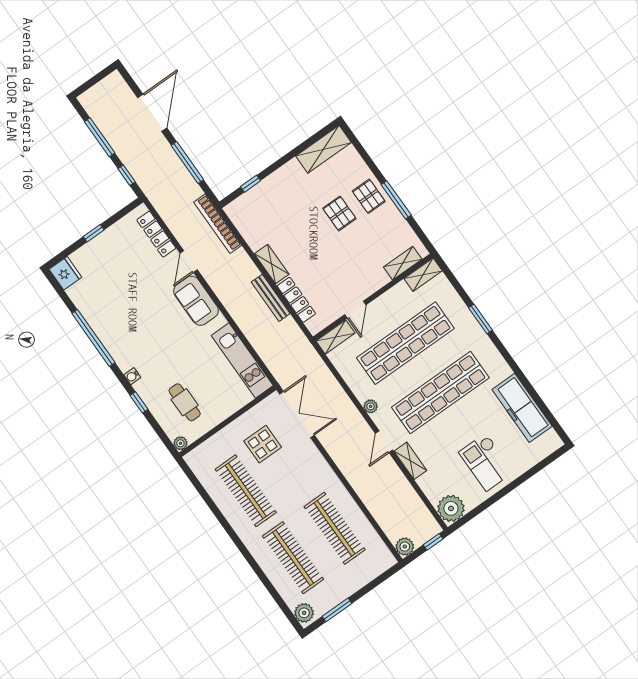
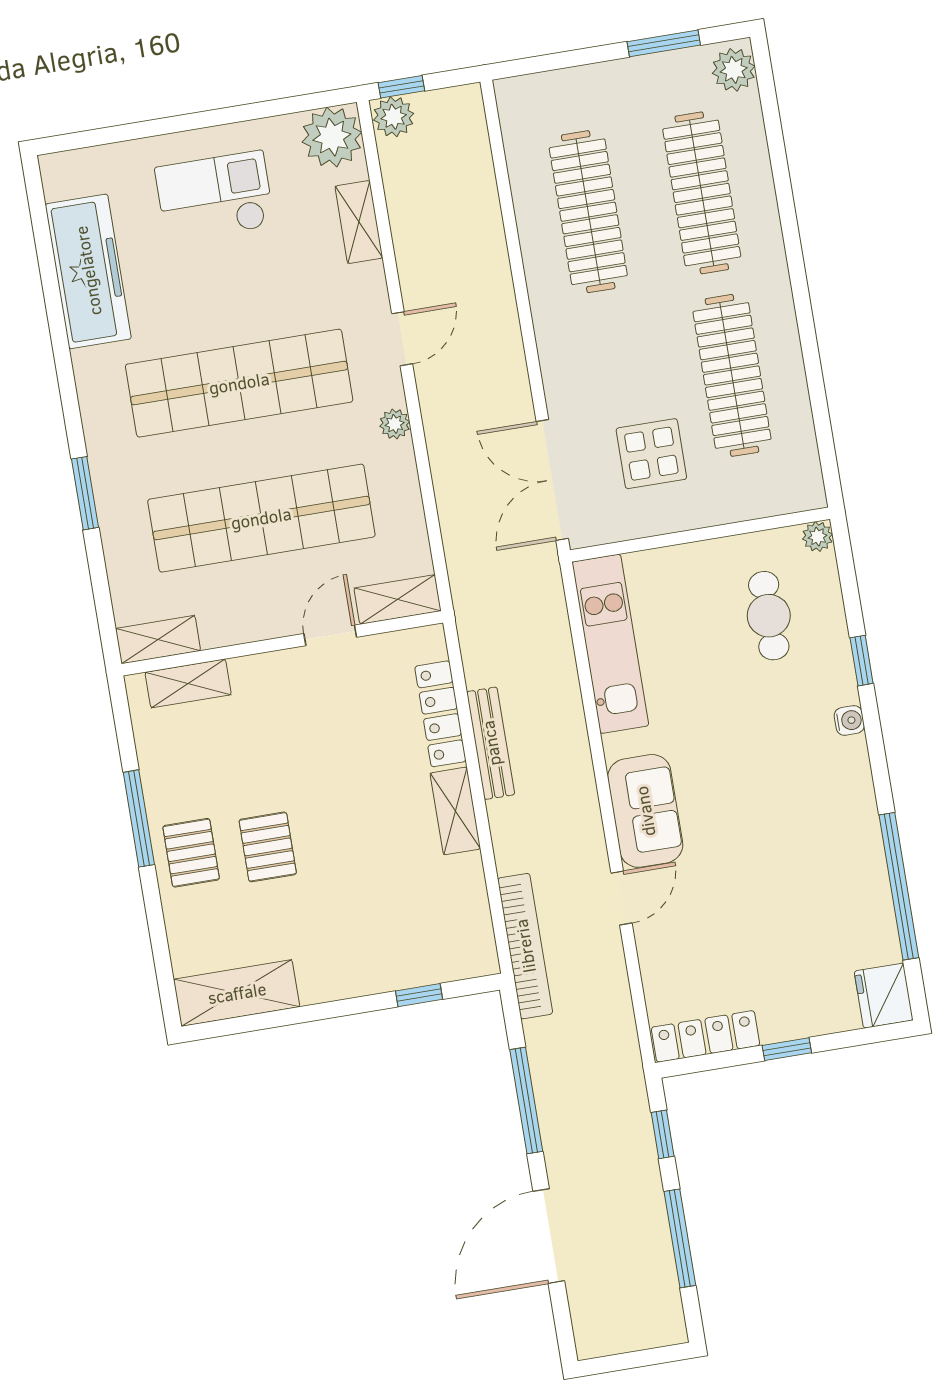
locker: (156, 234) -> (705, 1036), moved, turned -90
window: (93, 338) -> (899, 886), moved
shelving: (410, 461) -> (359, 222), moved
checkout: (486, 462) -> (215, 196), turned -90
plant: (405, 547) -> (394, 117), moved

